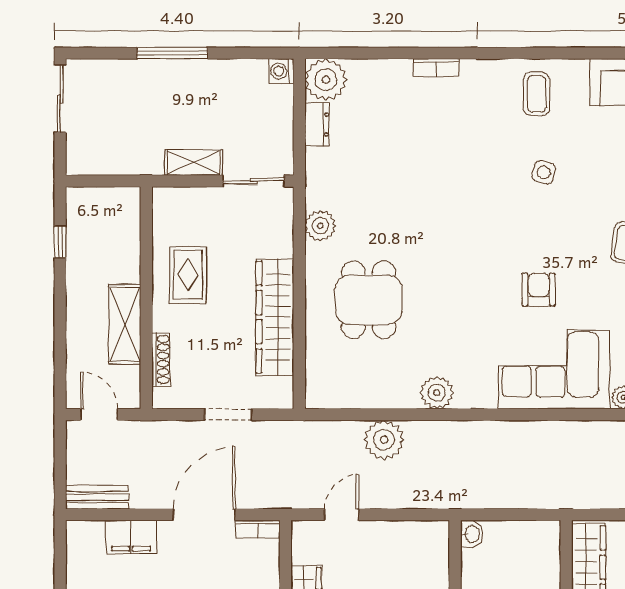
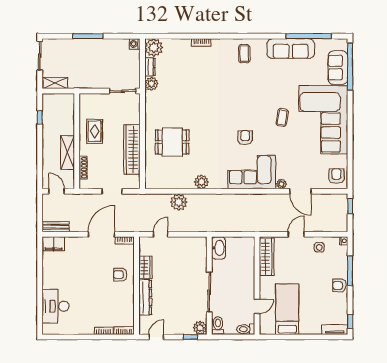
shelving: (193, 163) -> (55, 83), moved
side table: (544, 172) -> (247, 87), removed
plant: (320, 226) -> (151, 84), moved
dining table: (369, 300) -> (172, 142), turned 90
washbasin: (472, 534) -> (219, 248), width x1.91, depth x1.45
filing cabinet: (131, 537) -> (54, 244), moved

